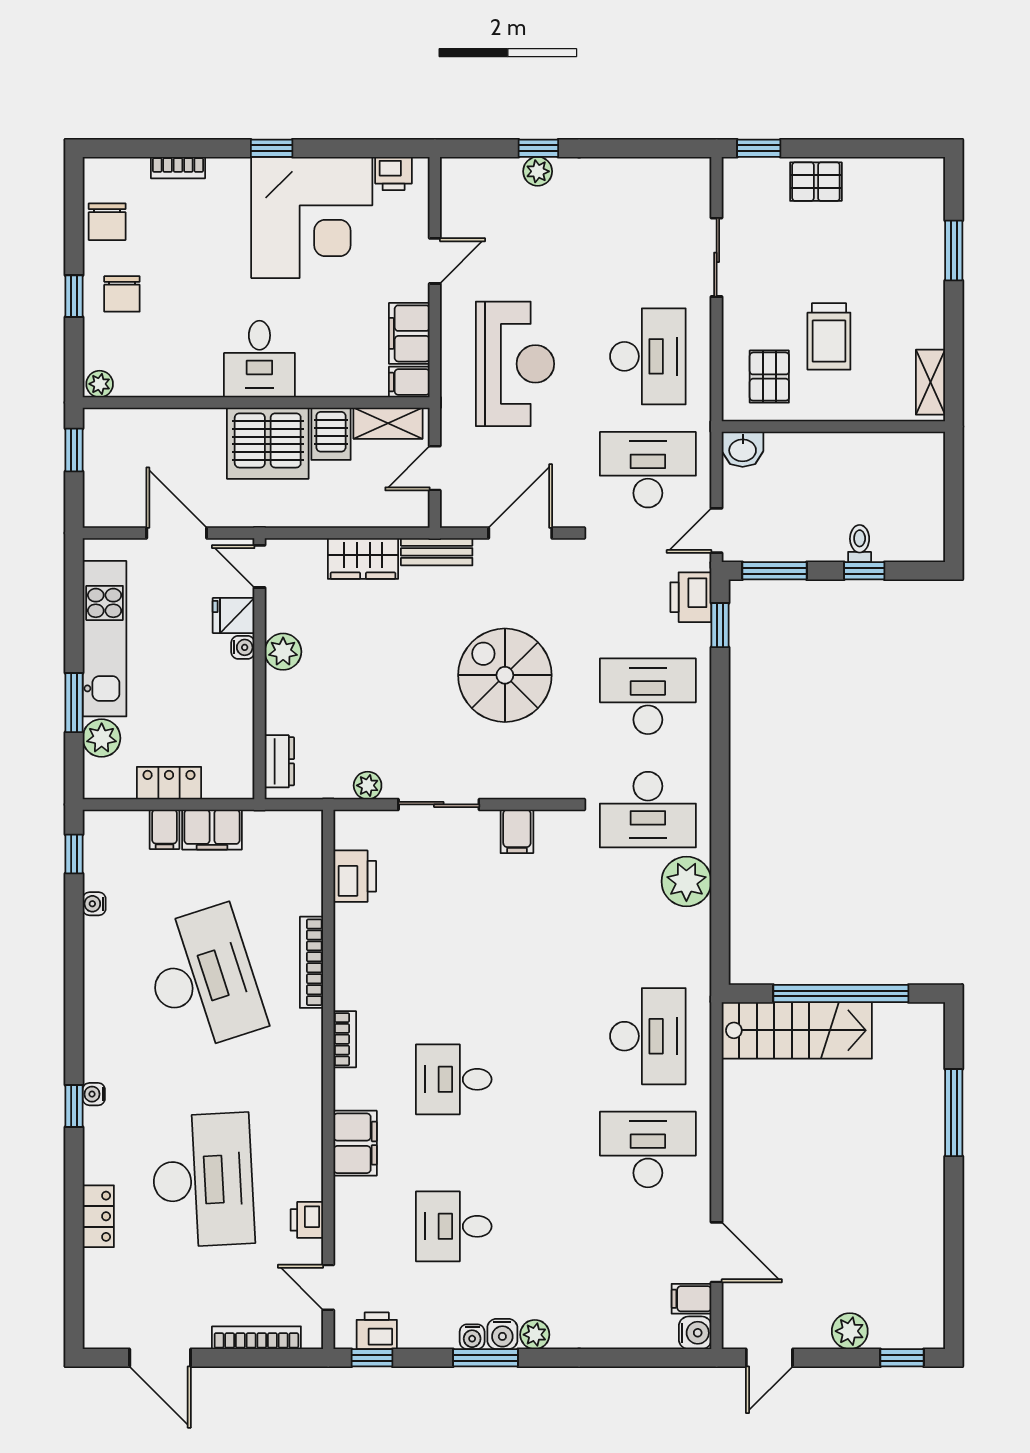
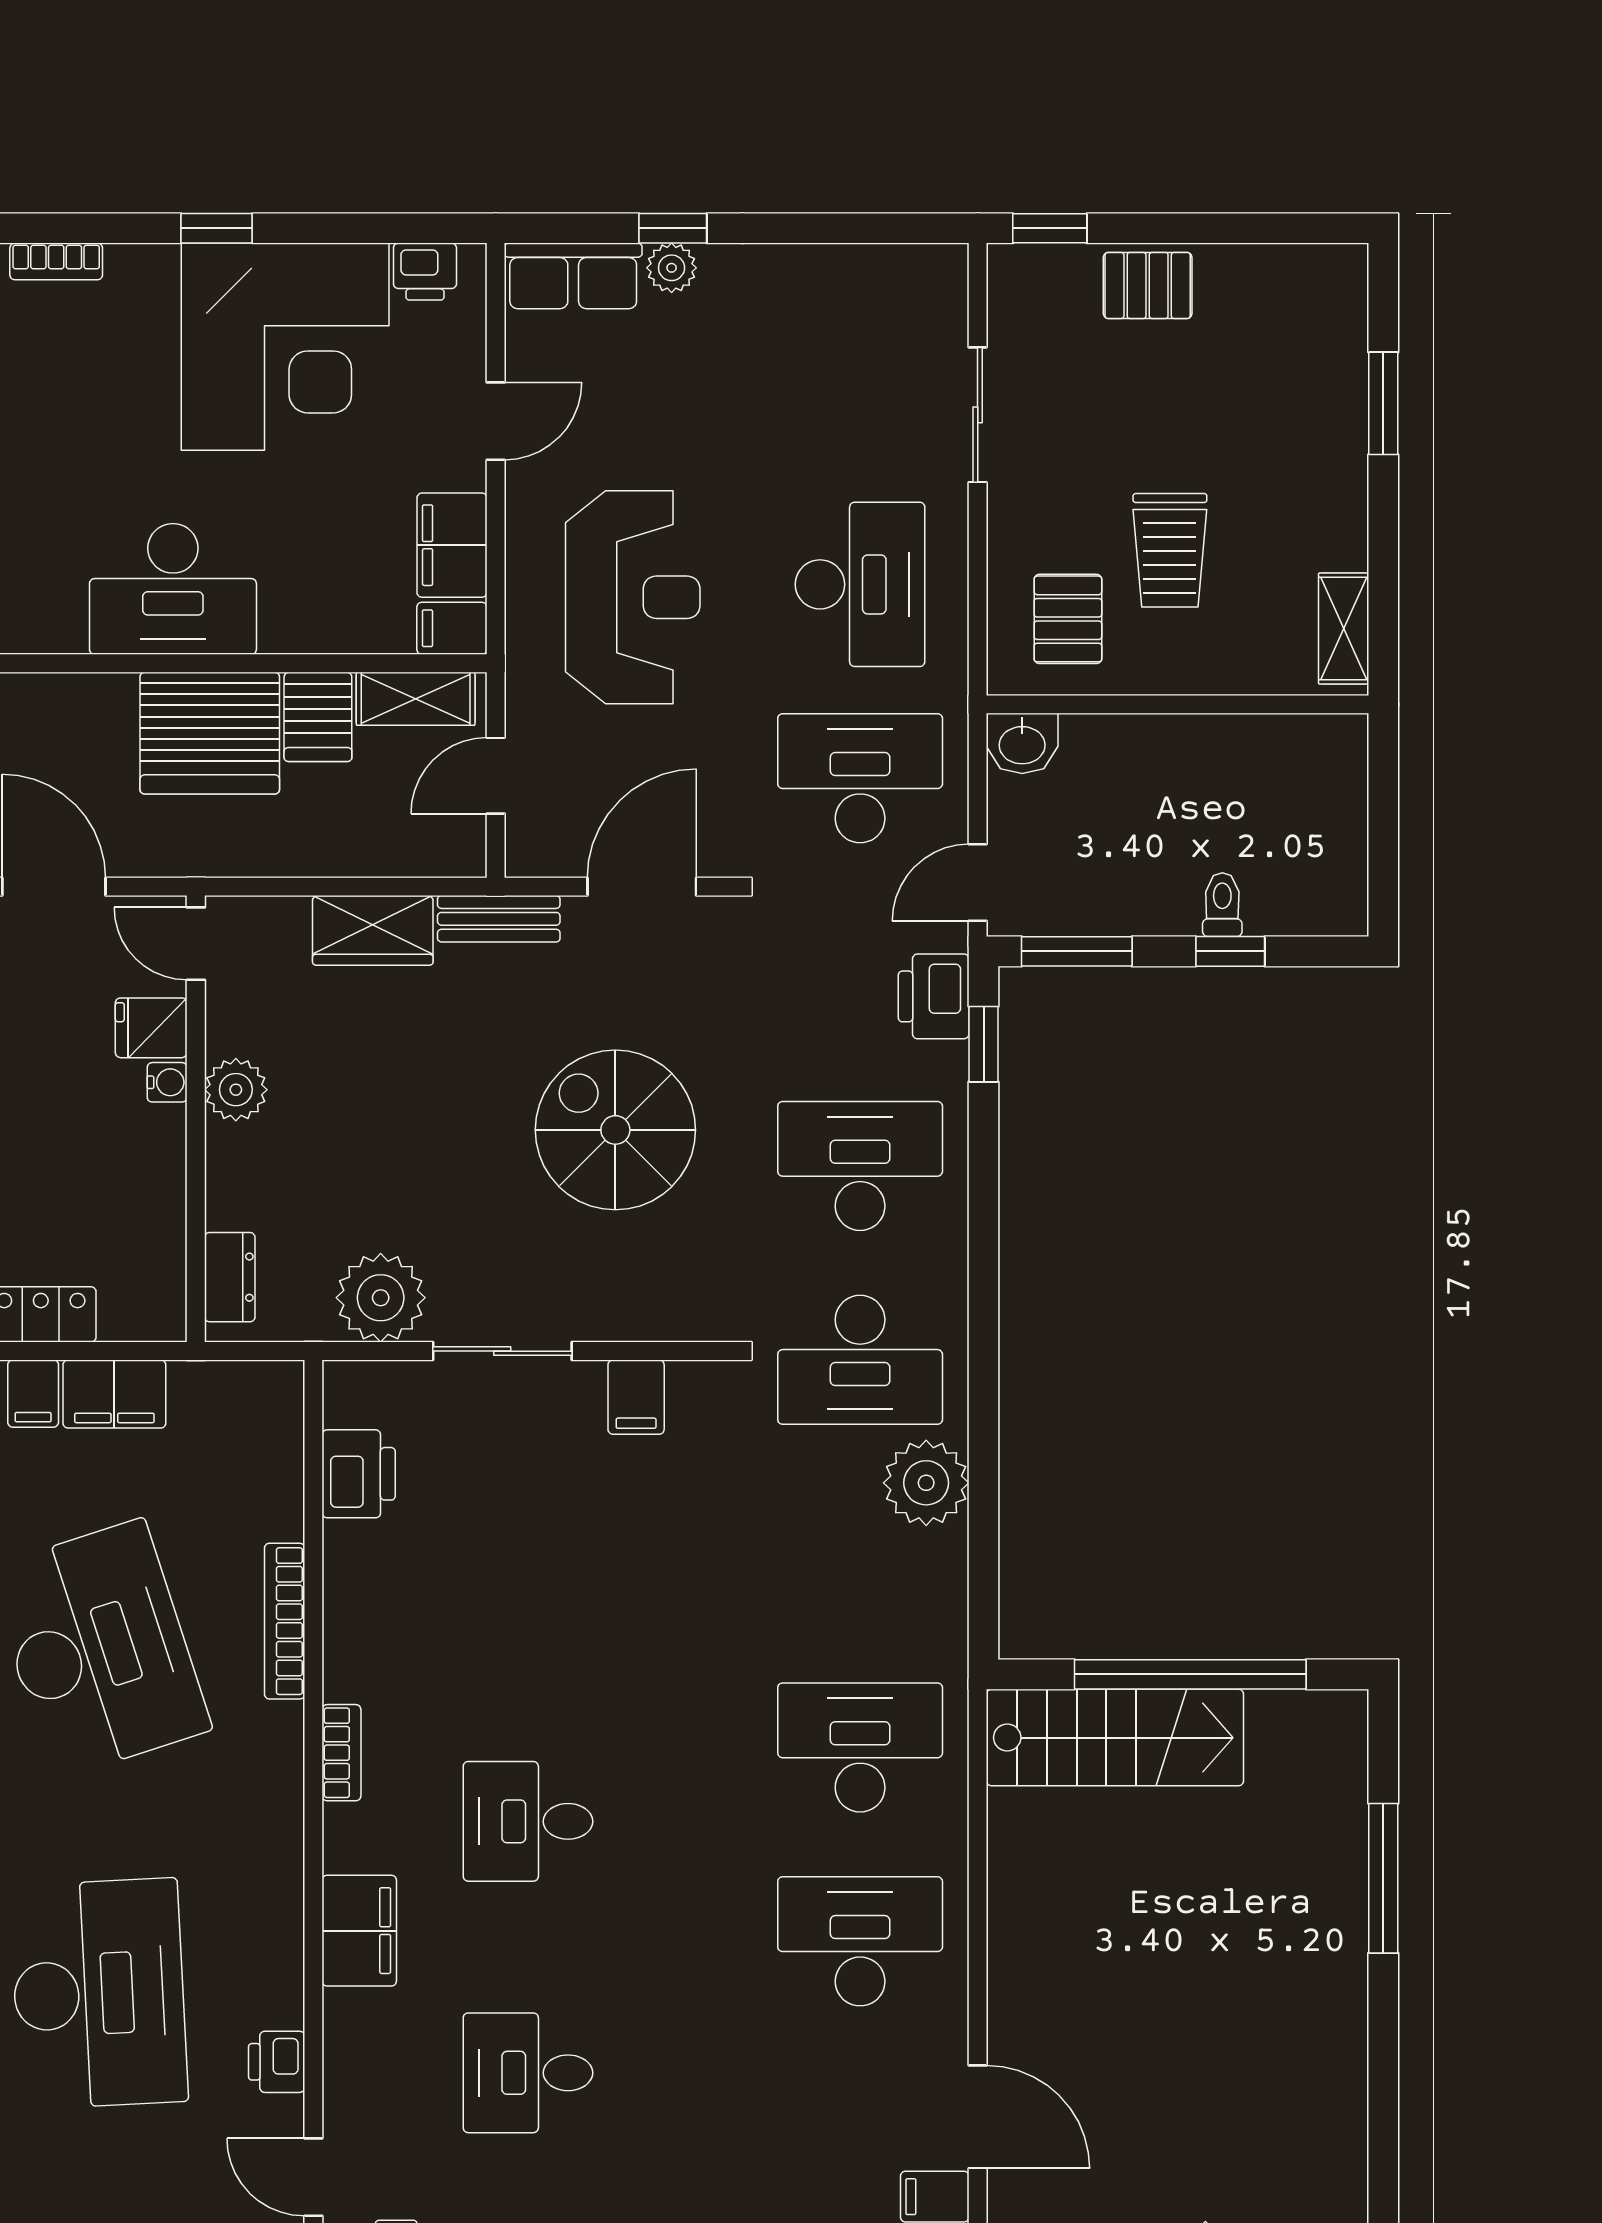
row of seats: (480, 176) -> (573, 276), added
desk: (259, 359) -> (173, 589), width x1.37
plant: (368, 785) -> (381, 1298), width x1.88, depth x1.88
desk: (648, 1036) -> (860, 1747), turned -90

